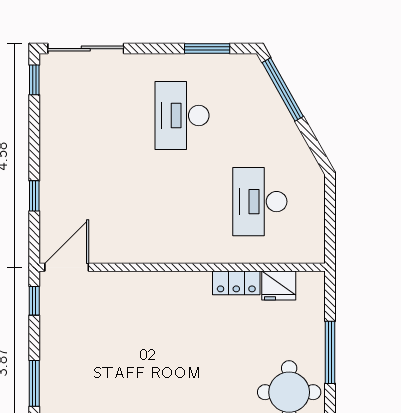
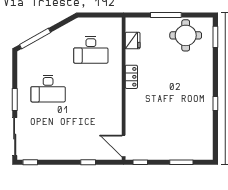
window: (207, 49) -> (15, 100), moved
locker: (236, 283) -> (131, 77), moved

